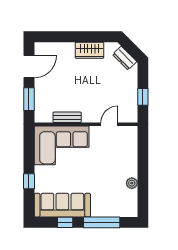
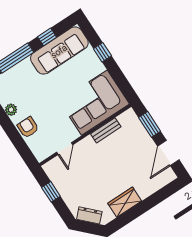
armchair: (128, 160) -> (28, 127), added

